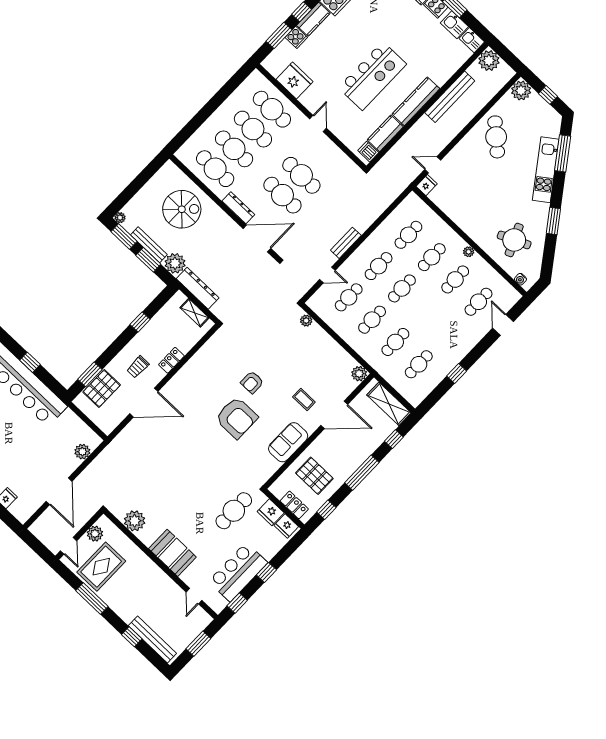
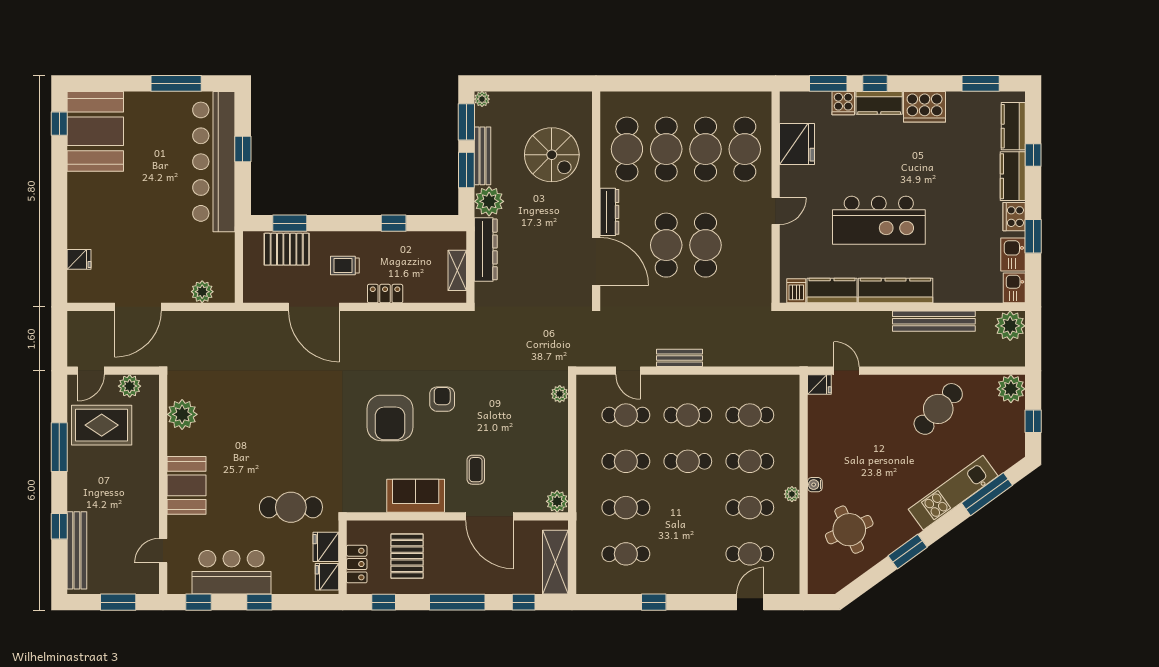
water cooler: (520, 279) -> (815, 485), moved
armchair: (252, 382) -> (442, 399), turned 90

